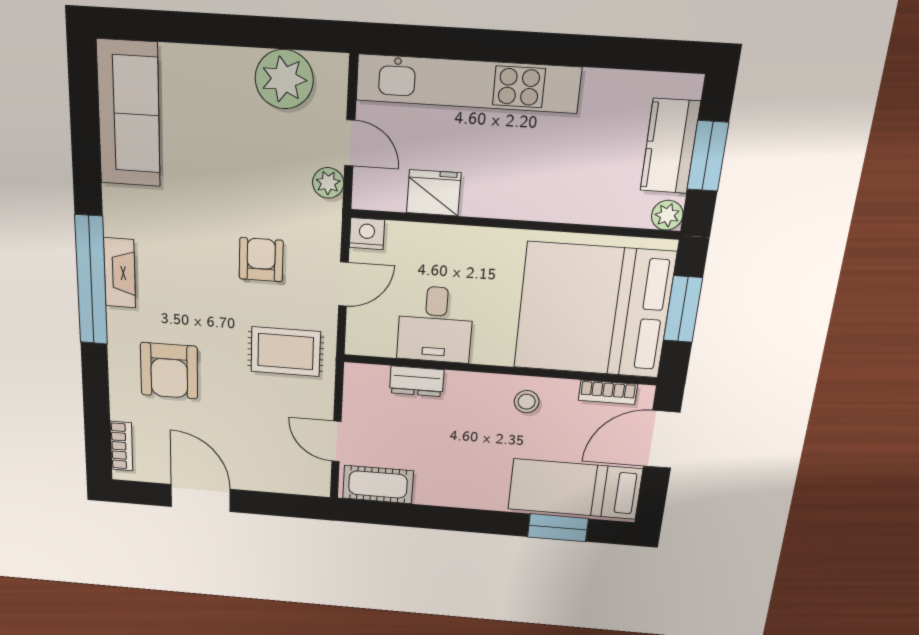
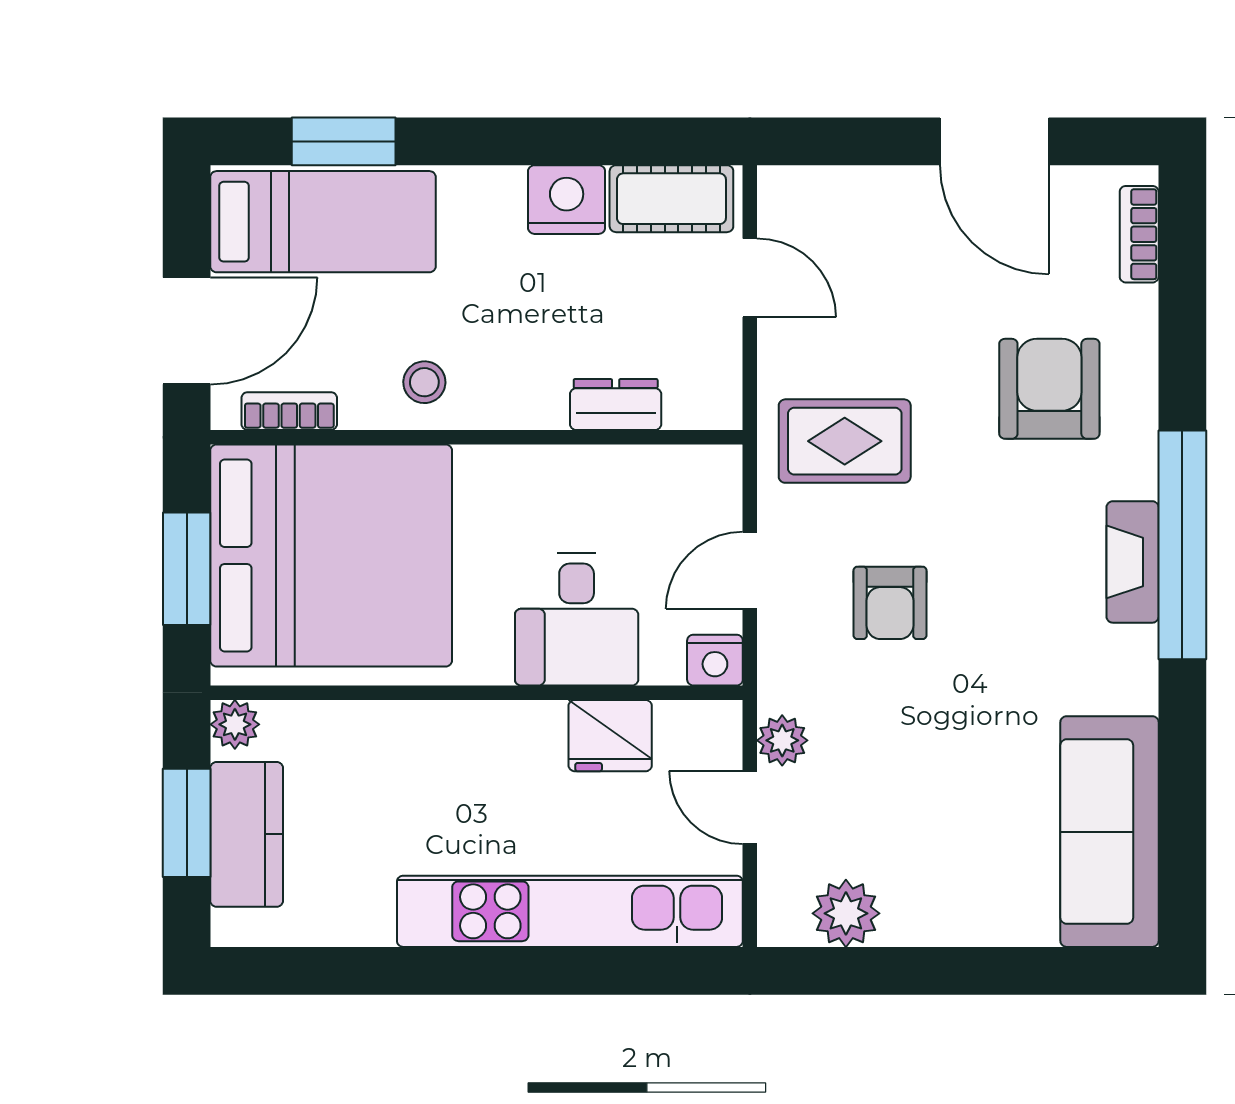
plant: (284, 79) -> (846, 913), width x0.73, depth x0.73
desk: (435, 324) -> (577, 619), moved, turned 180
nightstand: (436, 489) -> (567, 200), added

